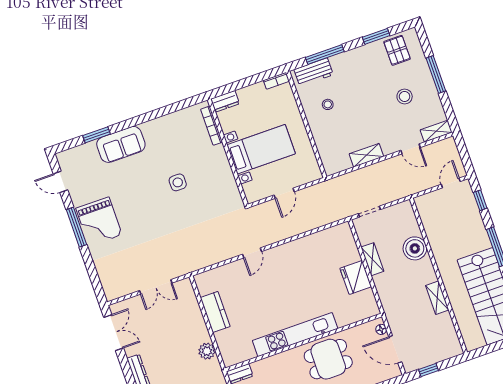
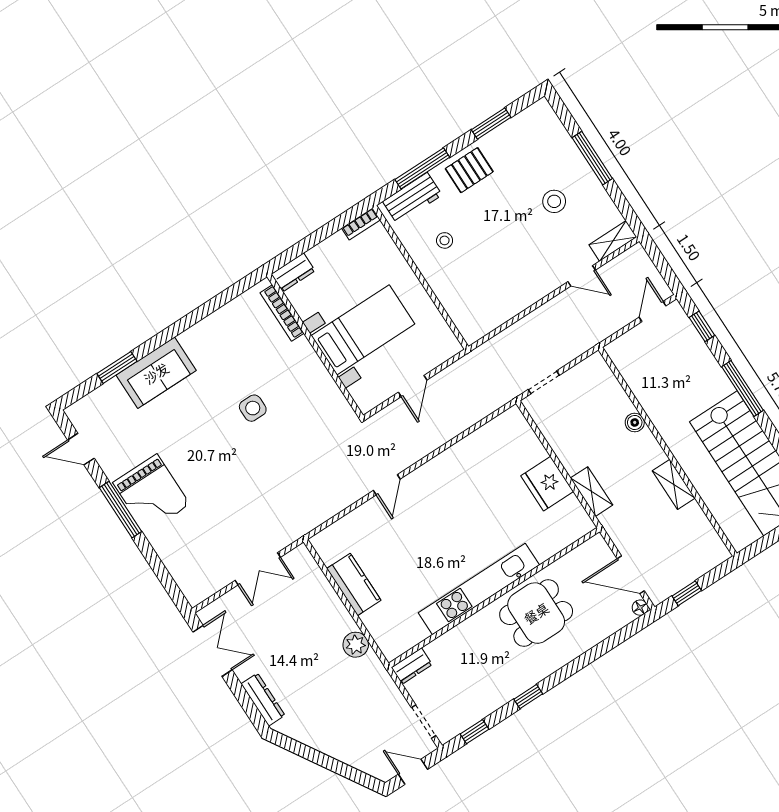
pallet: (397, 50) -> (469, 170), moved, turned 90
shelving: (366, 155) -> (519, 301), removed
boiler: (415, 248) -> (635, 422), width x0.54, depth x0.54
shelving: (372, 259) -> (592, 492), moved
floor lamp: (381, 329) -> (640, 608), moved

